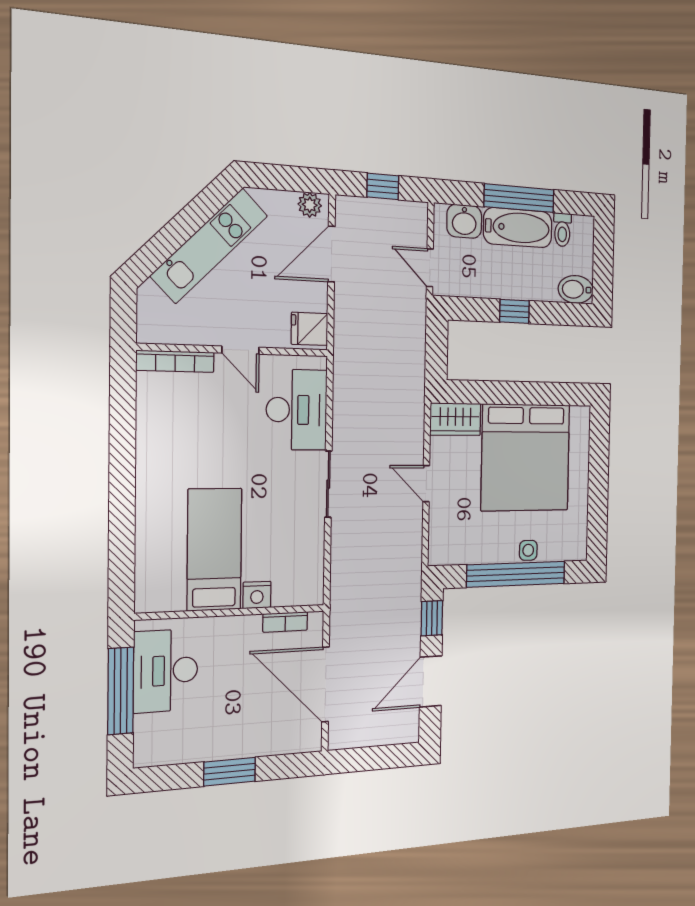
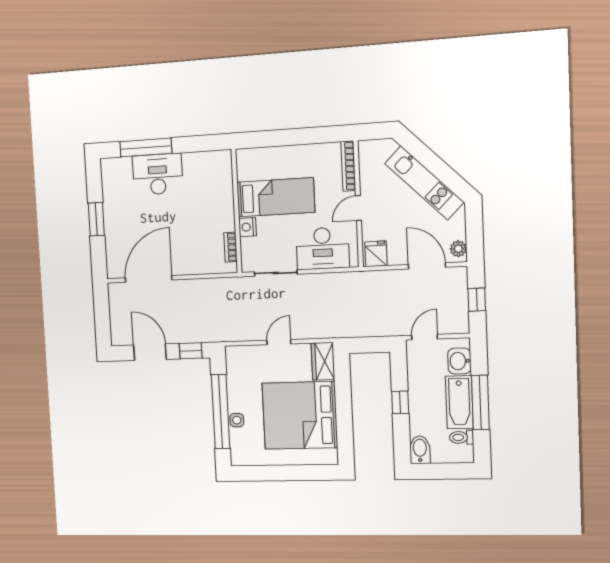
bed: (214, 549) -> (276, 197), moved
nightstand: (257, 595) -> (248, 227), moved
wall: (232, 612) -> (236, 211), moved
bookcase: (285, 622) -> (231, 247), moved

